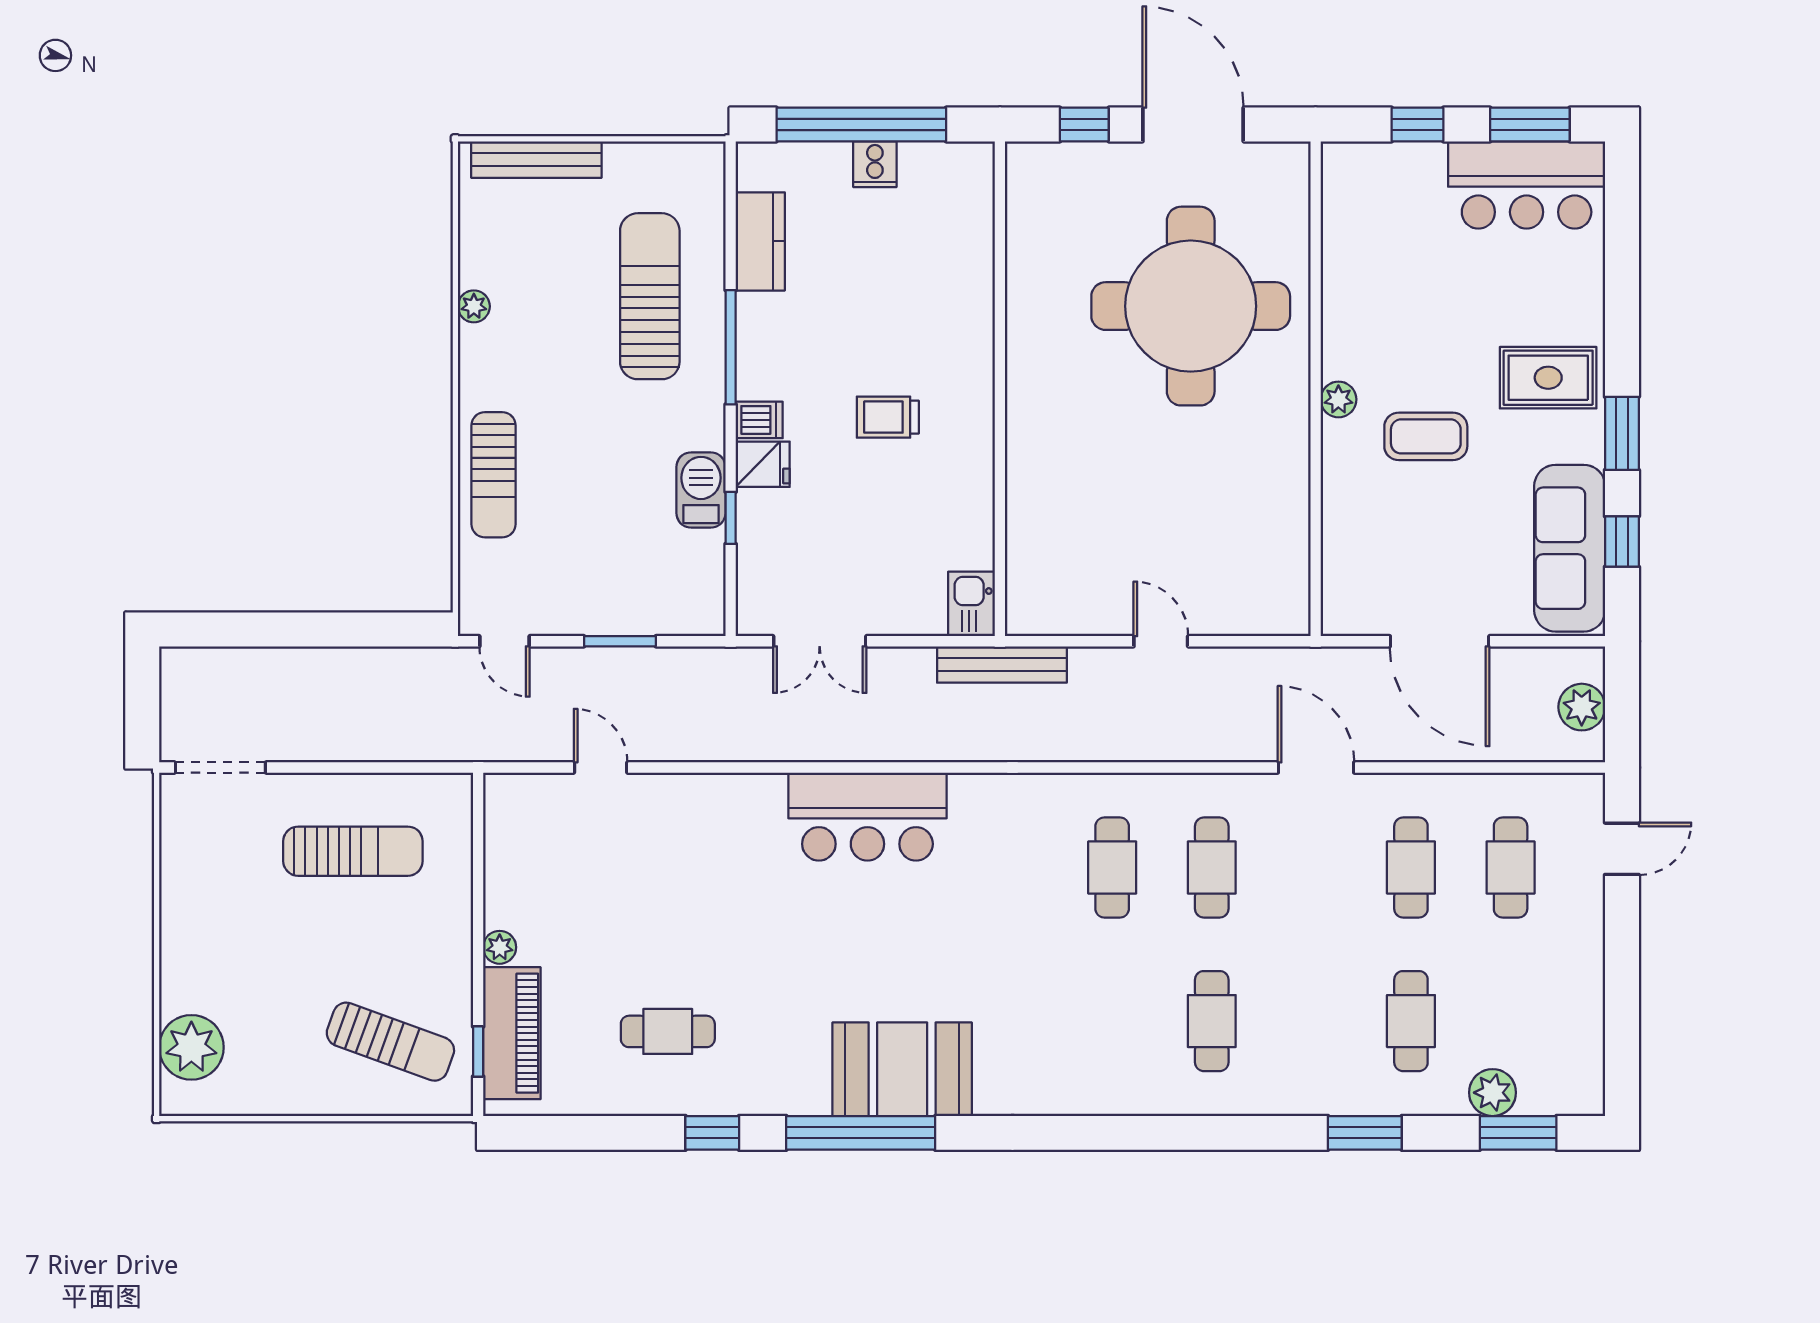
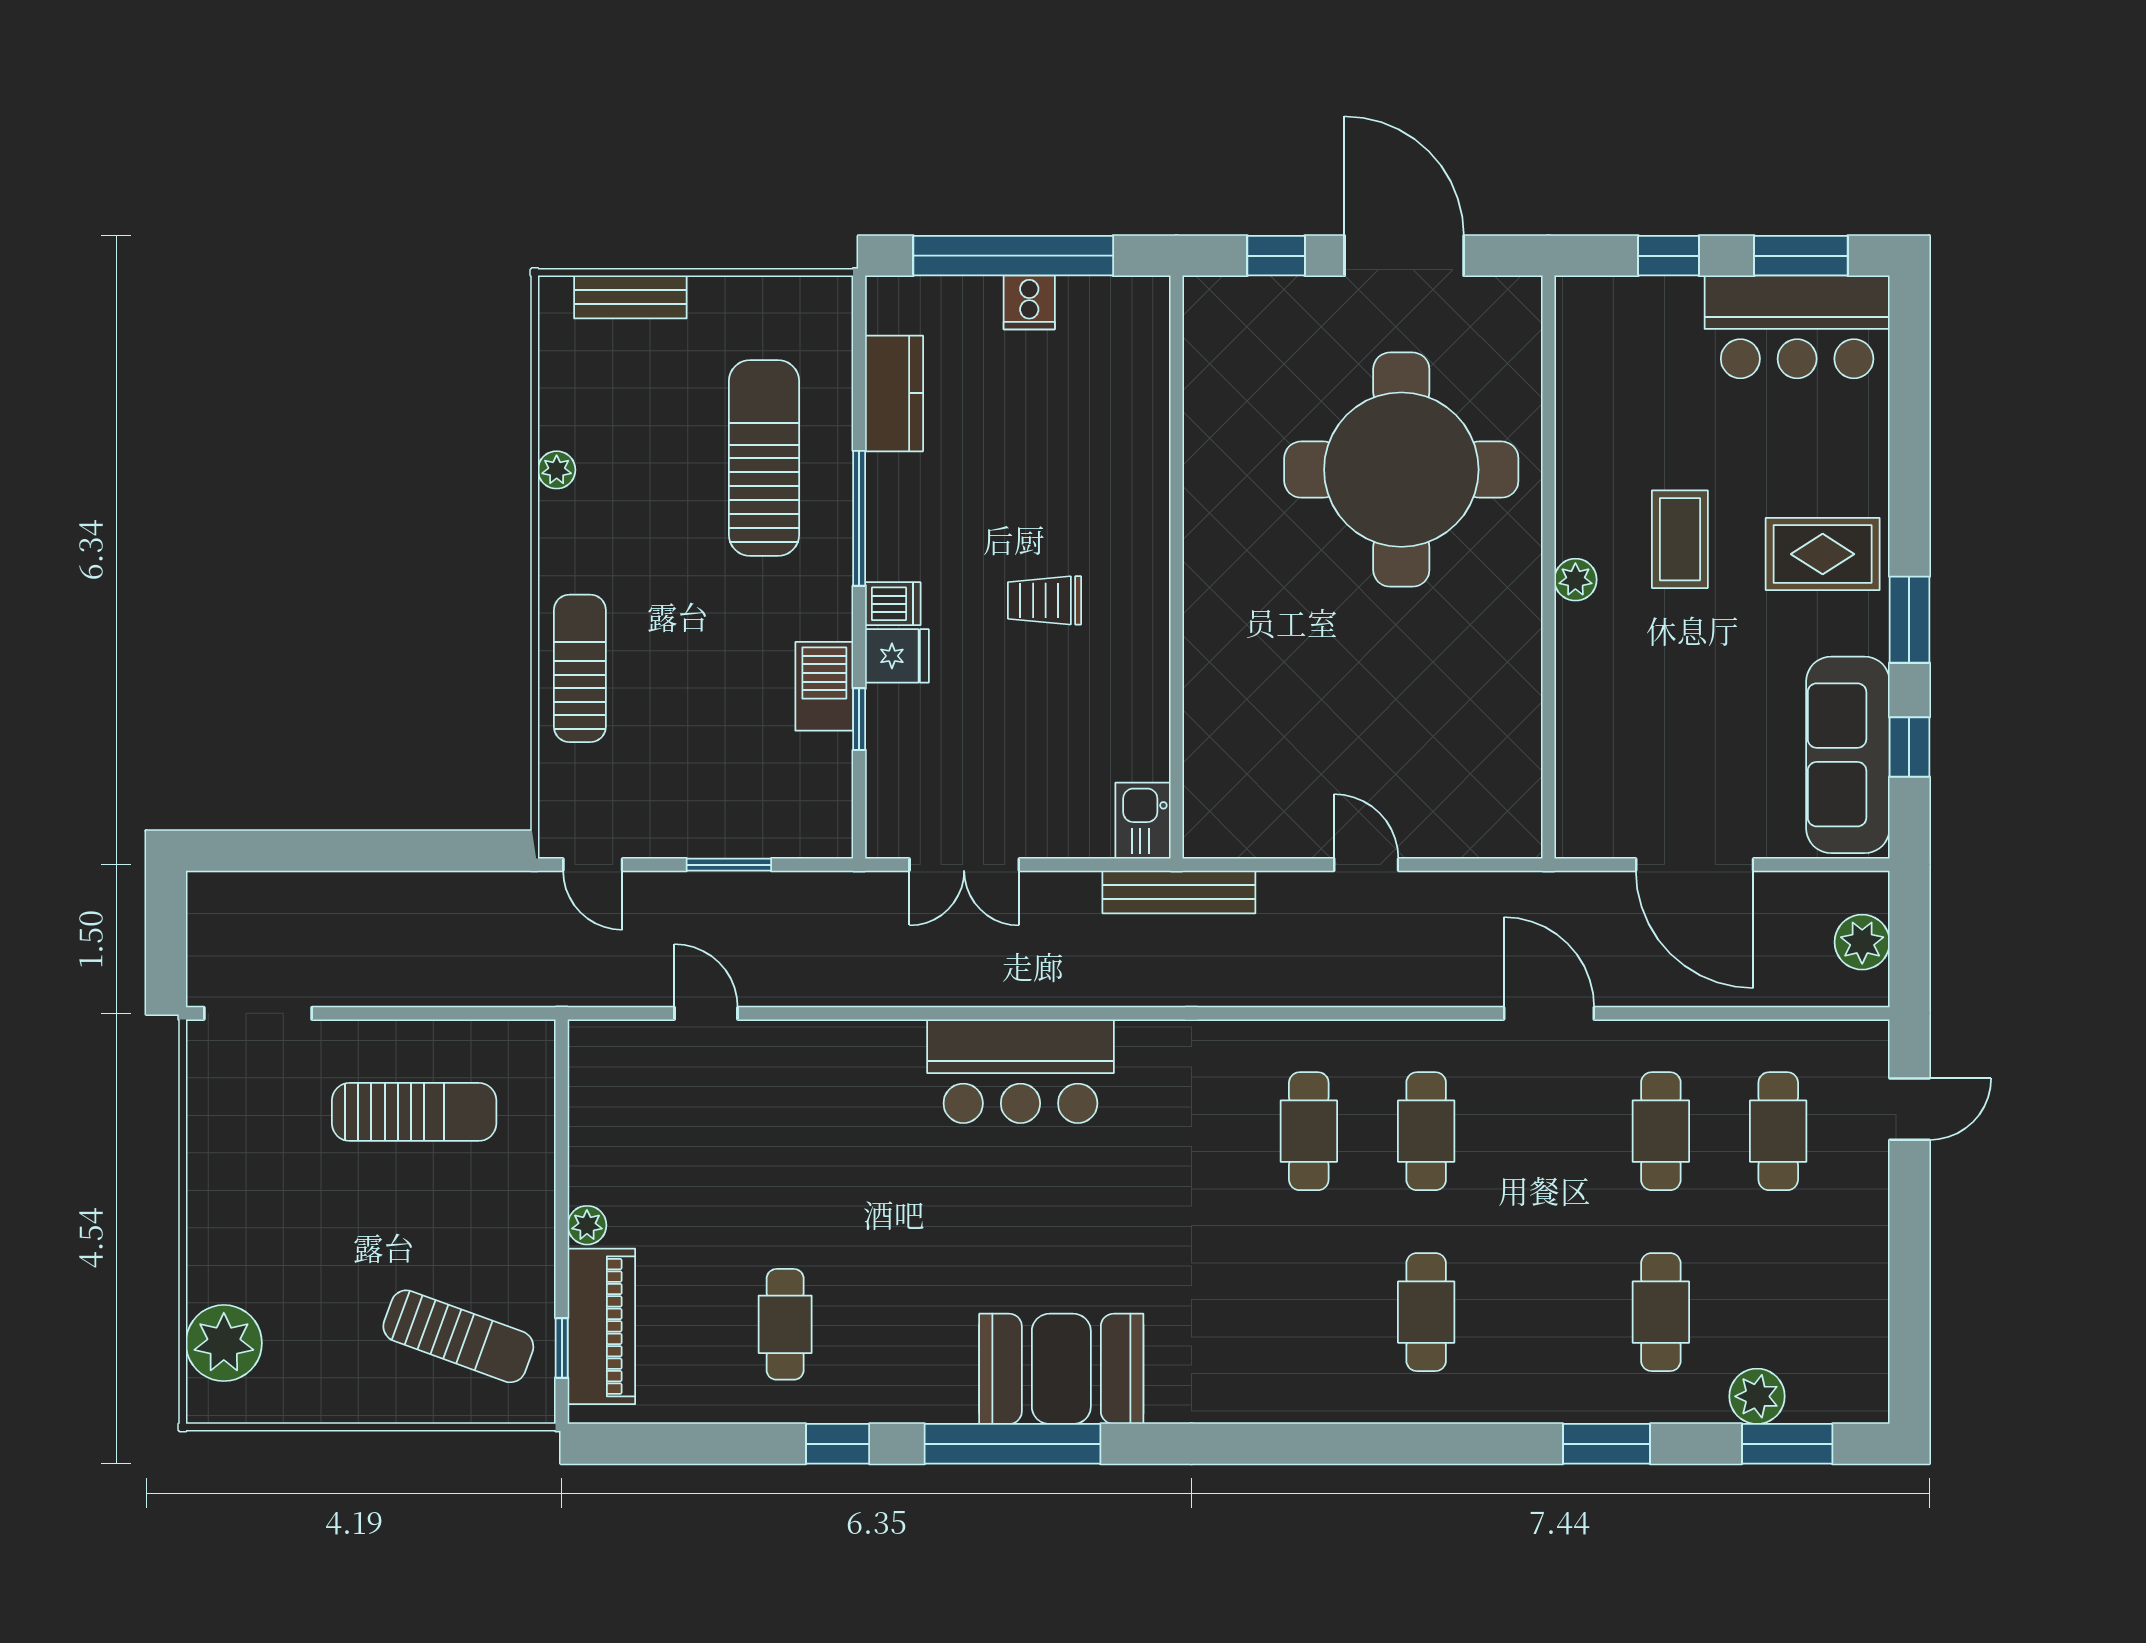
bench: (536, 160) -> (630, 297), width x0.73
coffee table: (1426, 436) -> (1680, 539), moved, turned 90
sun lounger: (494, 475) -> (580, 668), turned 180
cafe table: (668, 1031) -> (785, 1324), turned 90

